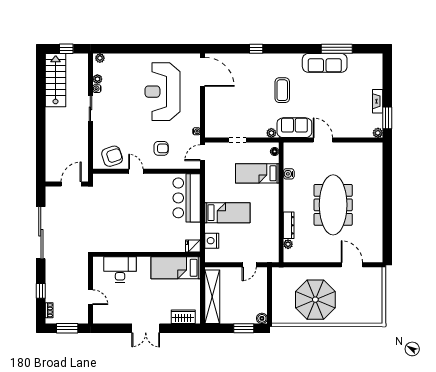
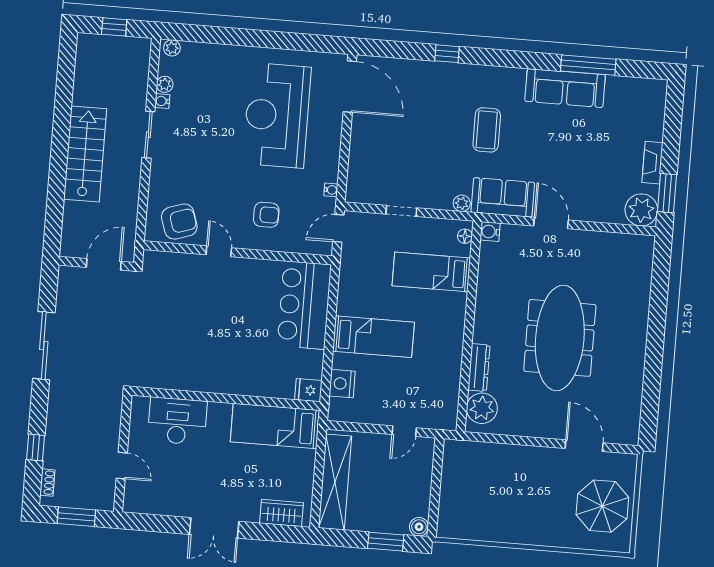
stairs: (56, 80) -> (85, 154), moved
plant: (378, 133) -> (641, 210), width x1.88, depth x1.88
water cooler: (289, 174) -> (490, 232), moved
sliding door: (41, 233) -> (44, 346), width x0.73
plant: (288, 244) -> (482, 408), width x1.88, depth x1.88
parasol: (315, 300) -> (602, 506), moved, width x0.73, depth x0.73

